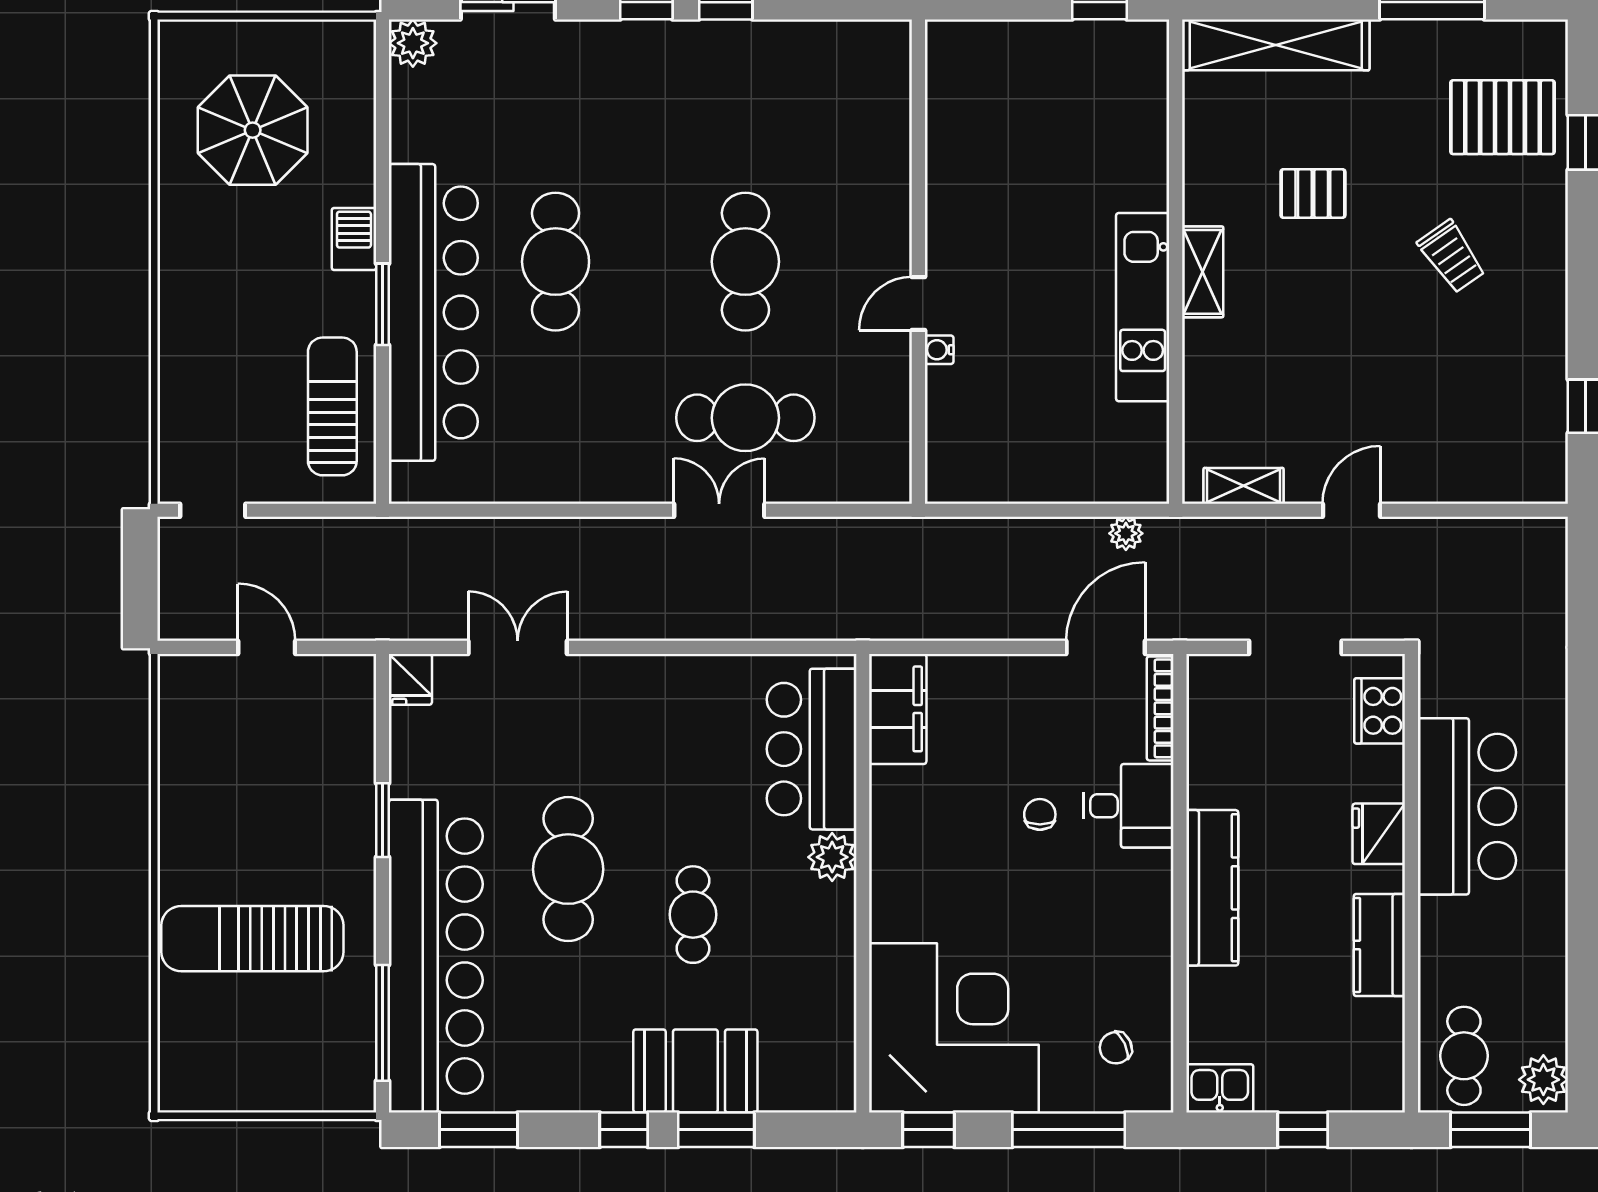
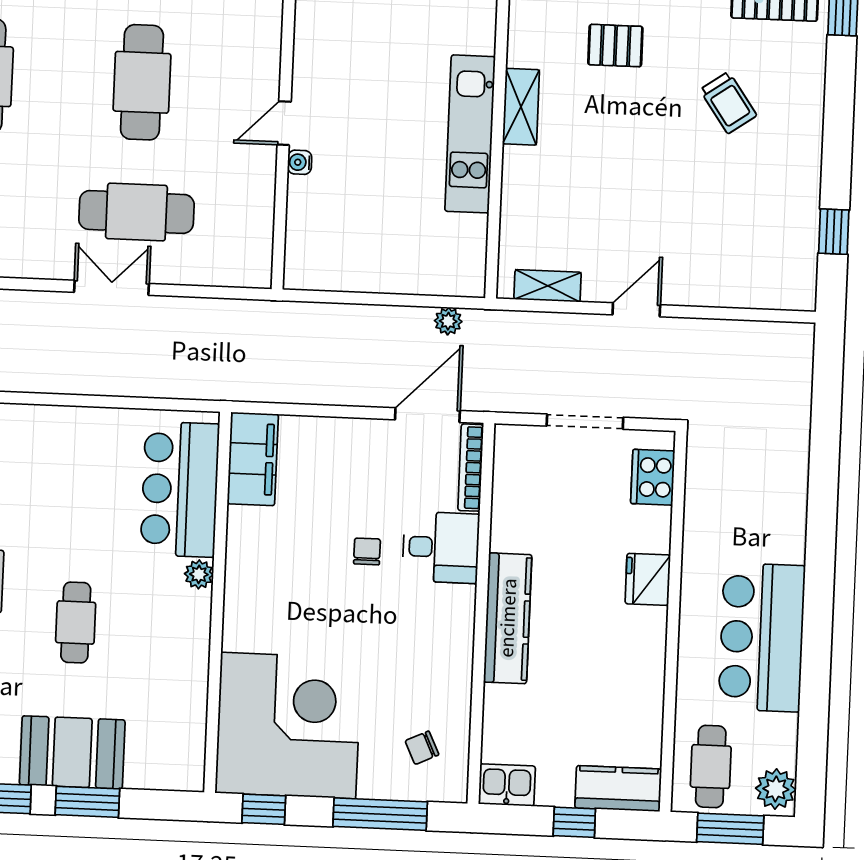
bar counter: (1467, 806) -> (762, 637), moved, turned 180
plant: (832, 857) -> (199, 574), width x0.73, depth x0.73
kitchen counter: (1379, 945) -> (618, 789), moved, turned 90

